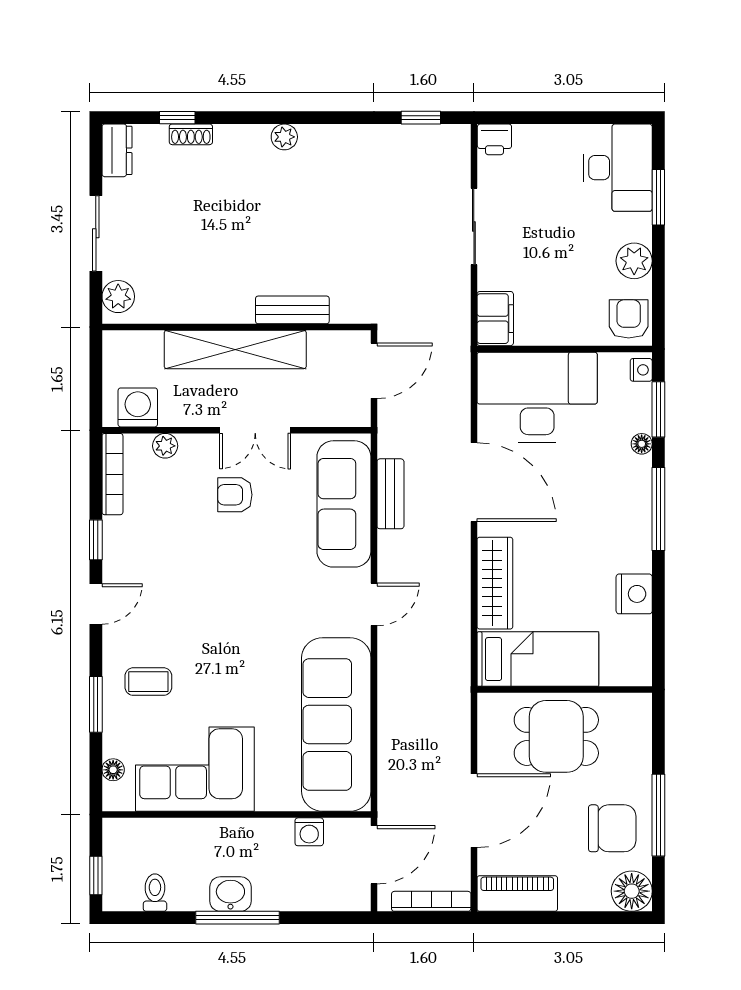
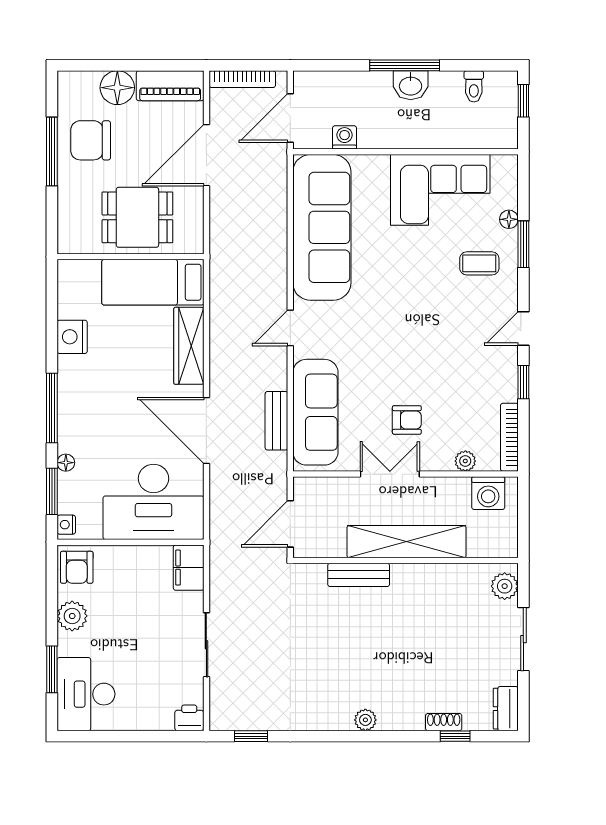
floor lamp: (113, 770) -> (509, 219), moved
floor lamp: (632, 891) -> (117, 88), moved

